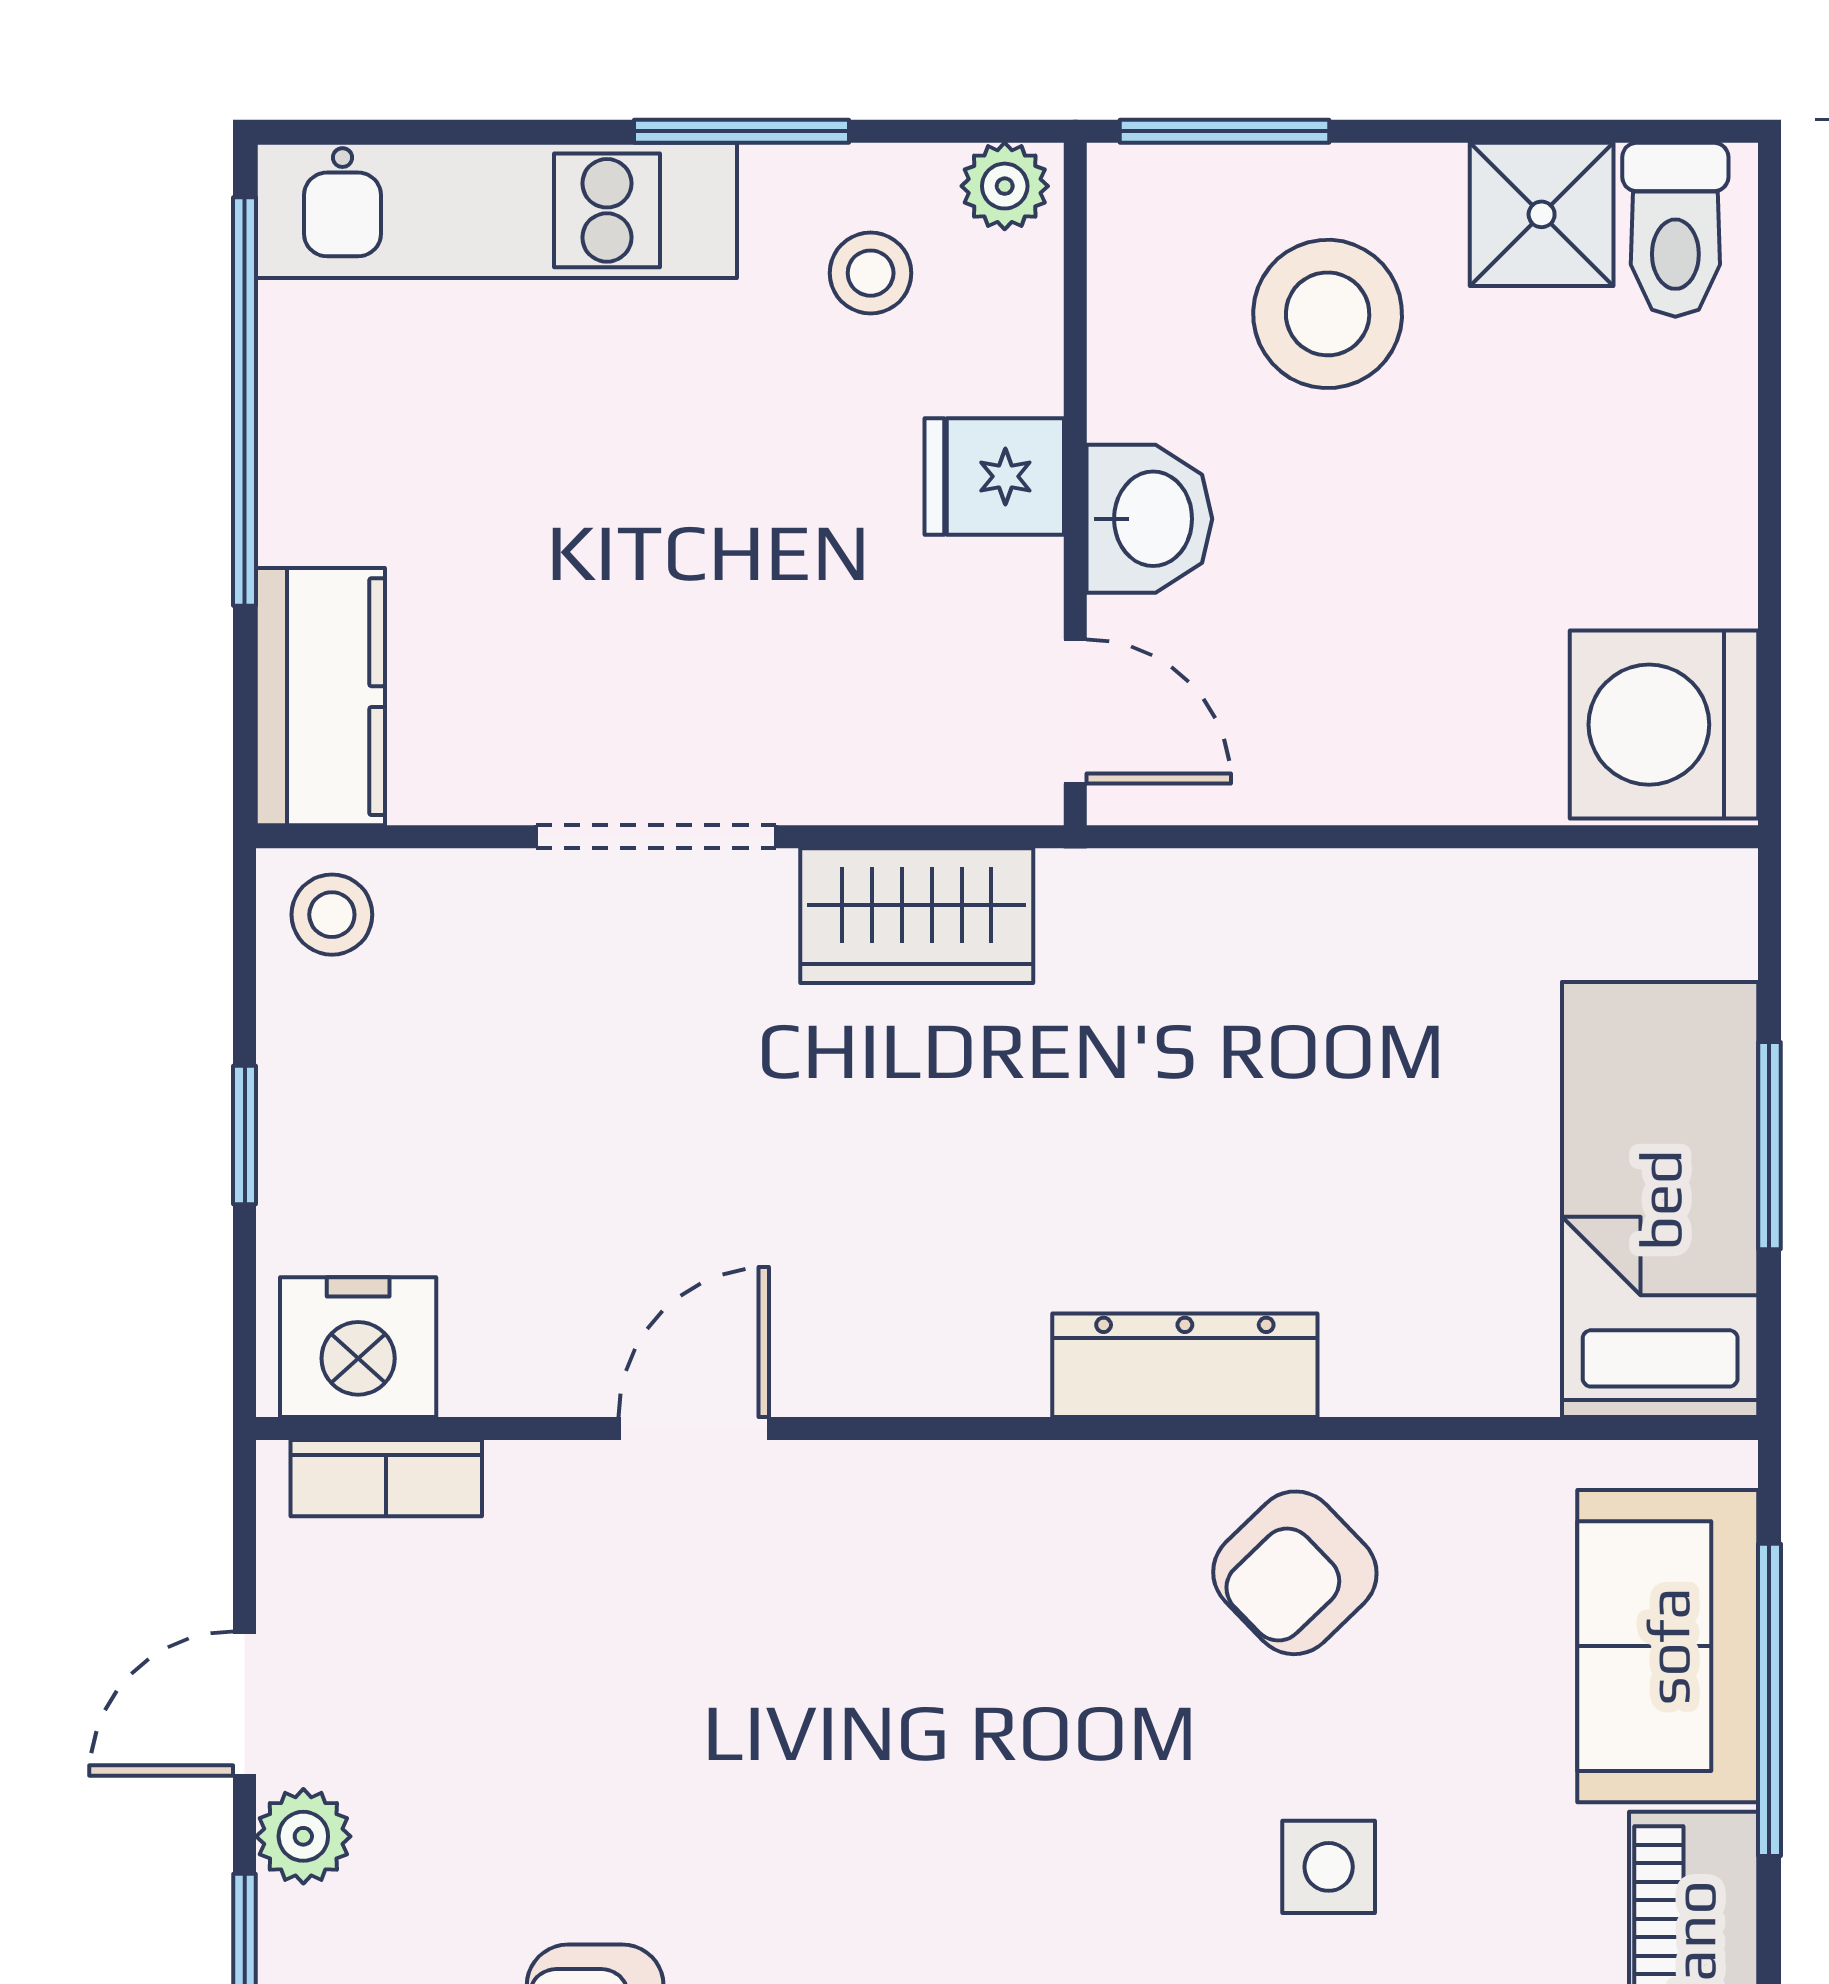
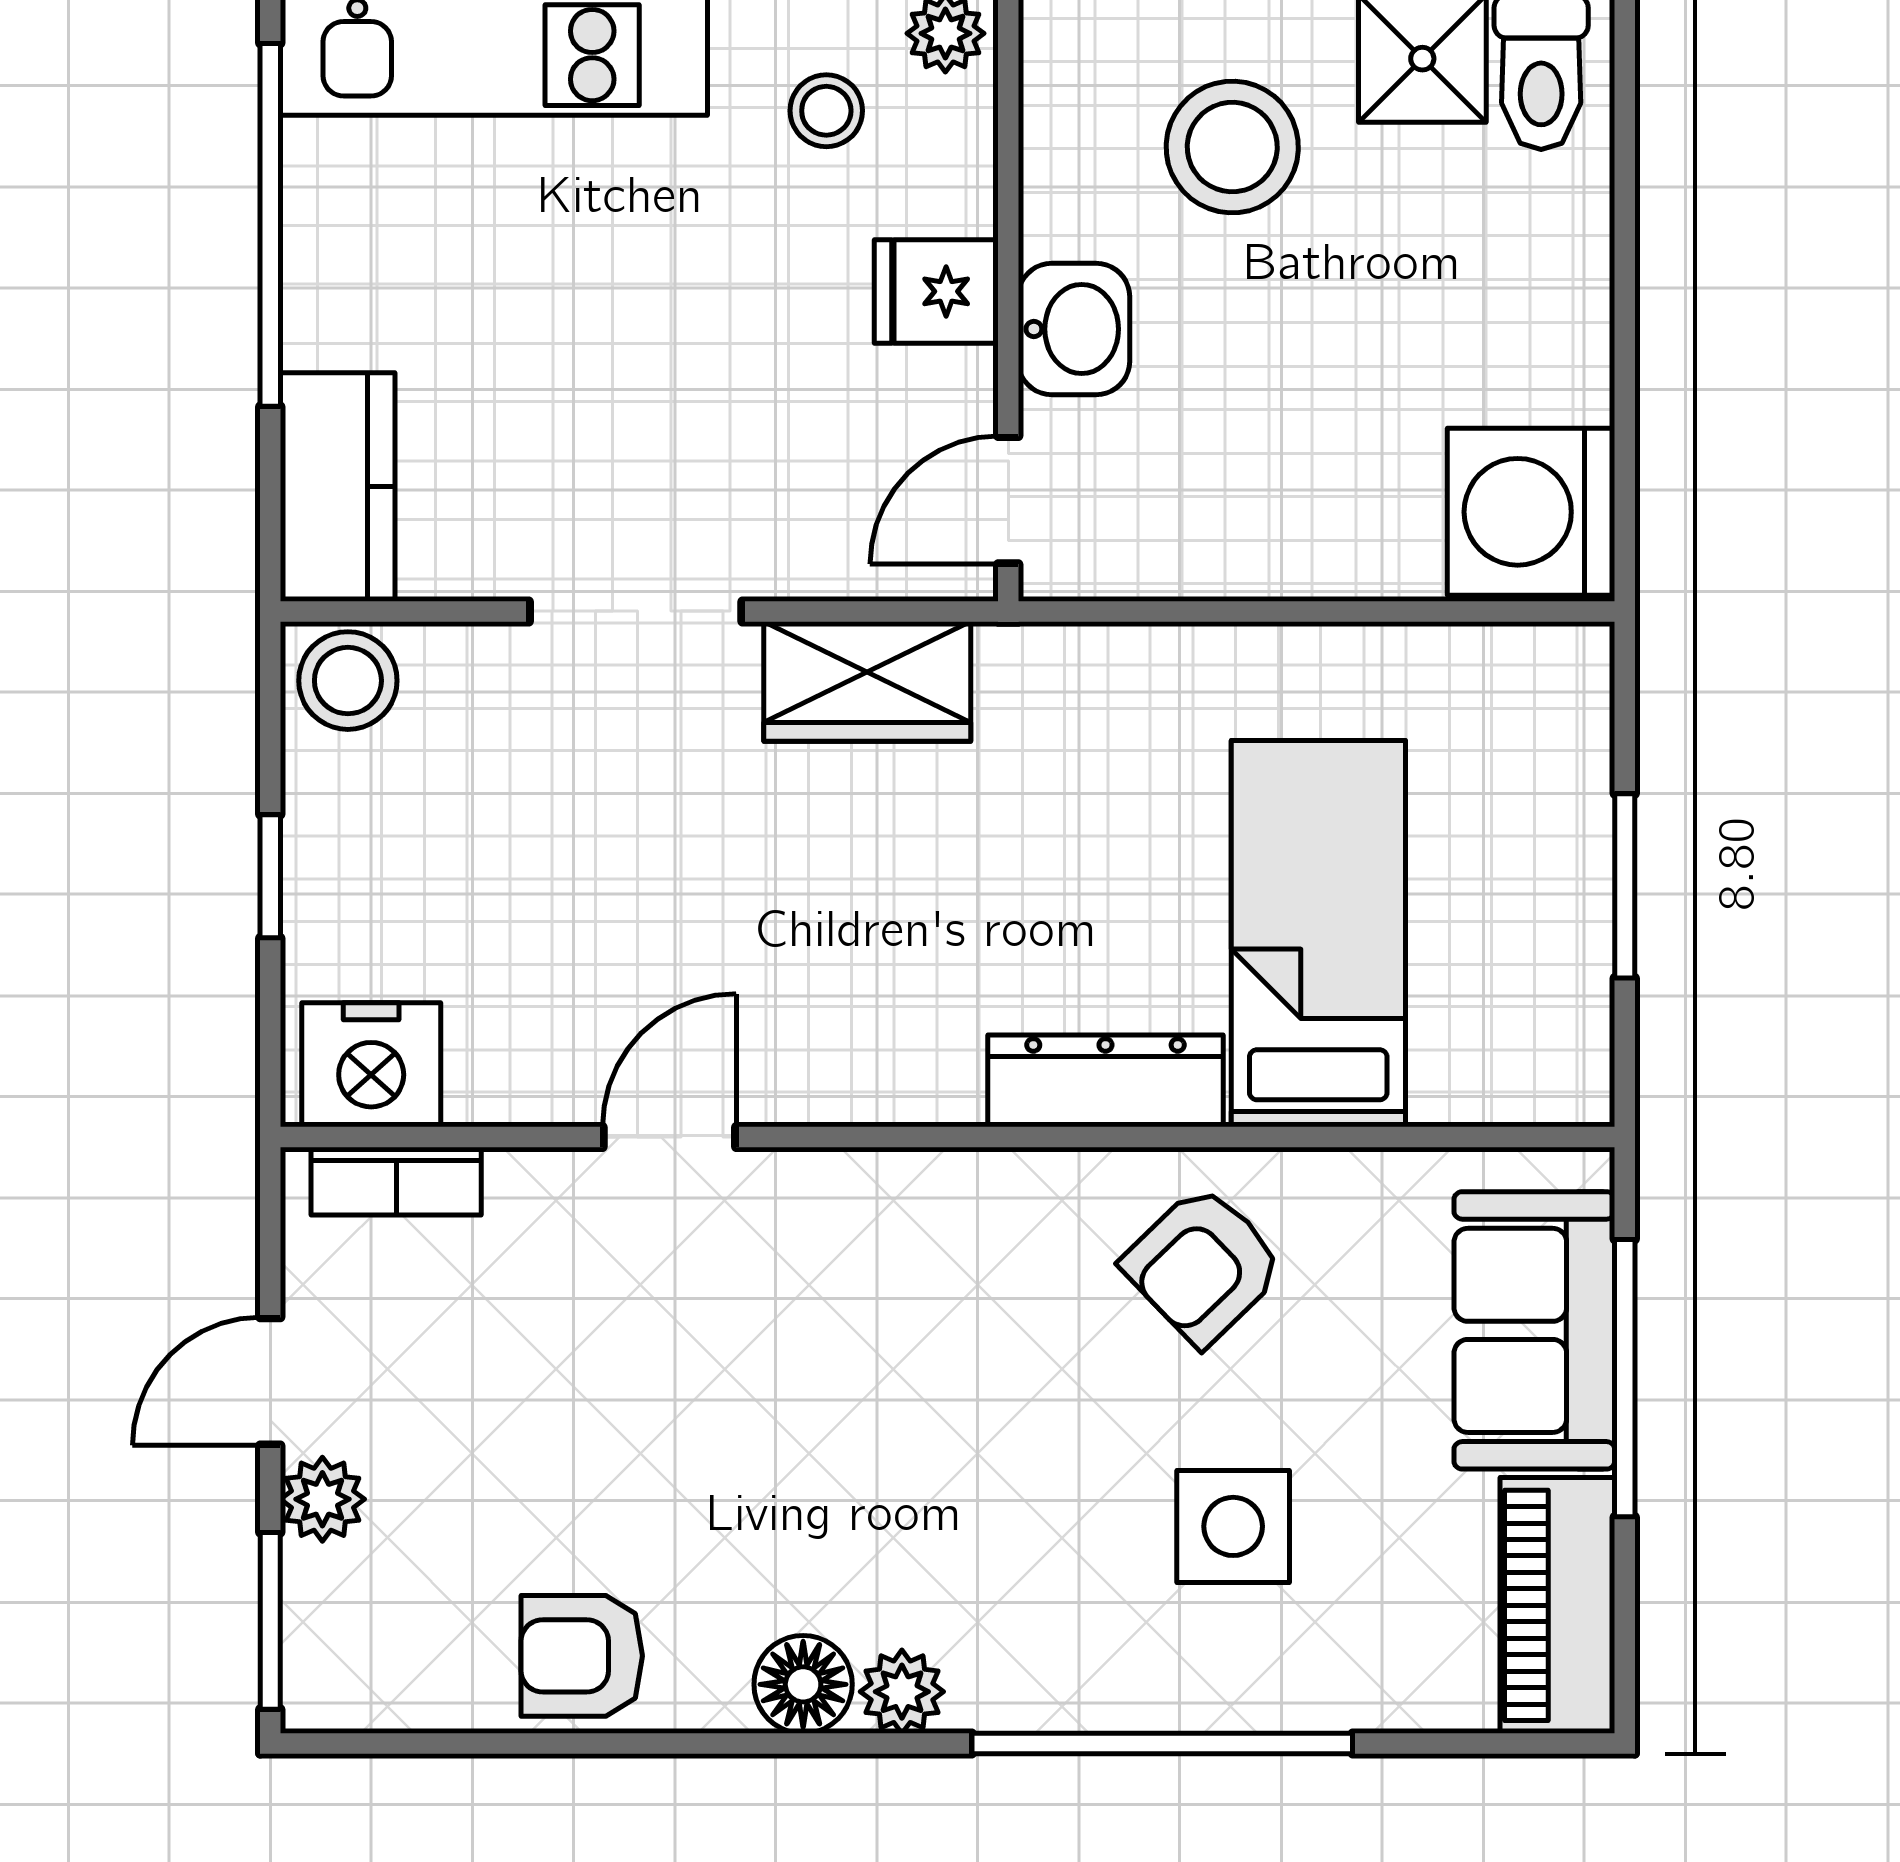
door: (1075, 711) -> (1008, 500), swing flipped
stool: (332, 915) -> (348, 681), width x1.37, depth x1.37
bed: (1660, 1200) -> (1318, 934), moved
side table: (1329, 1867) -> (1233, 1526), width x1.37, depth x1.37

